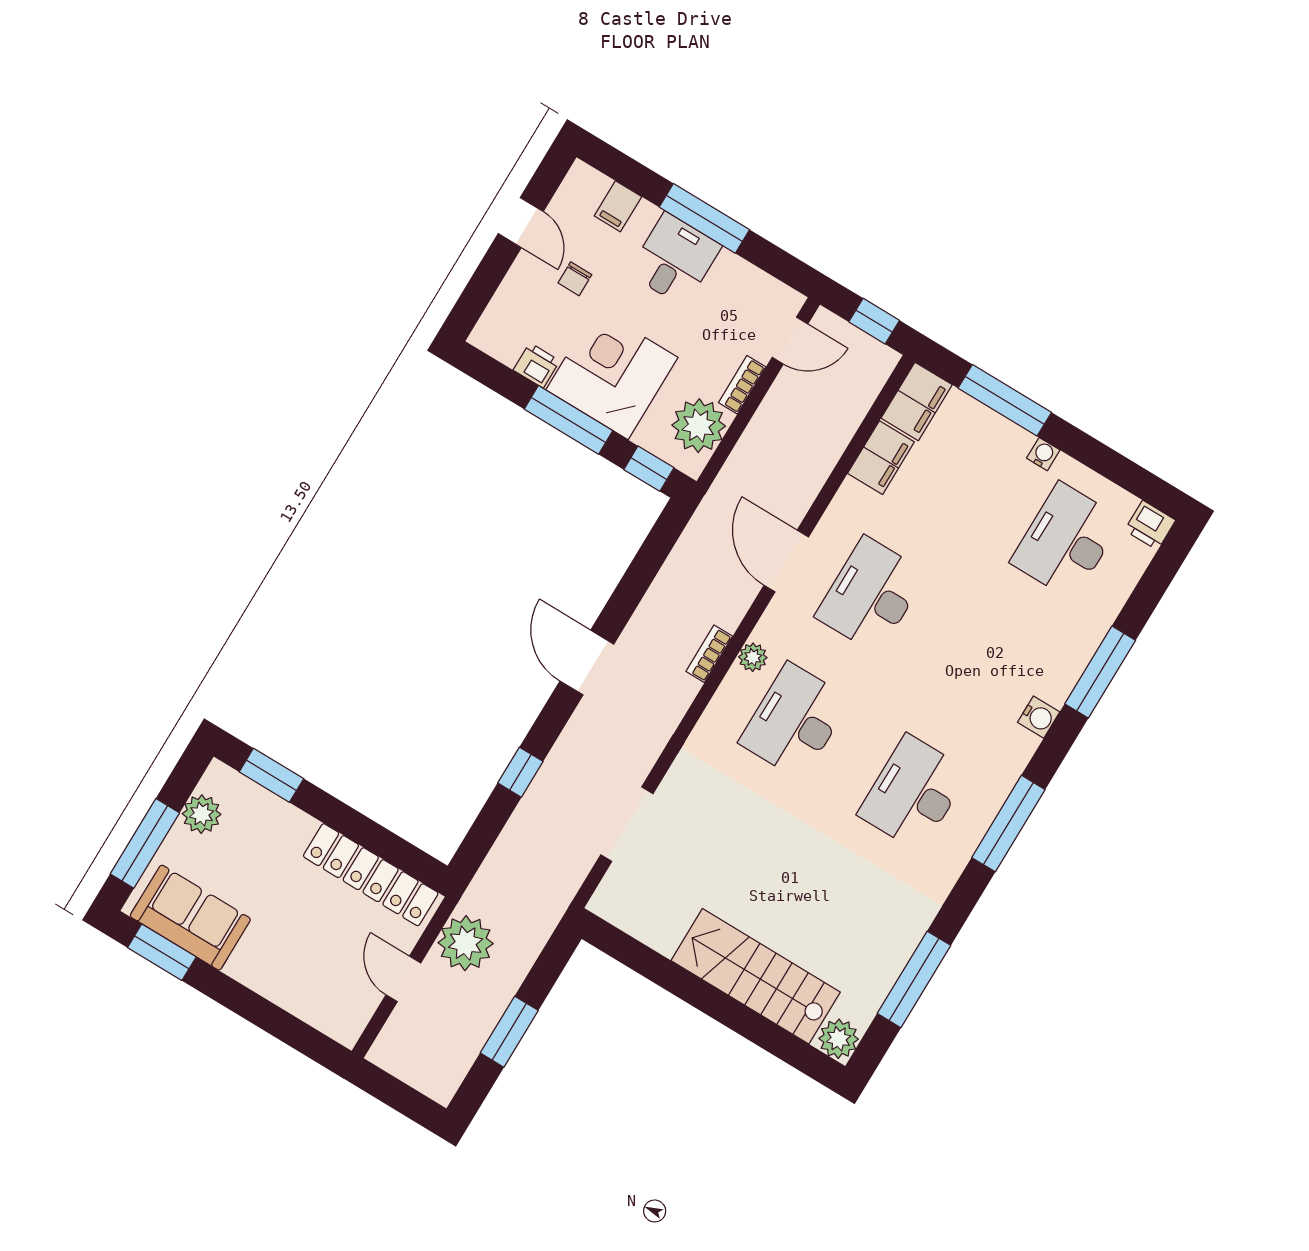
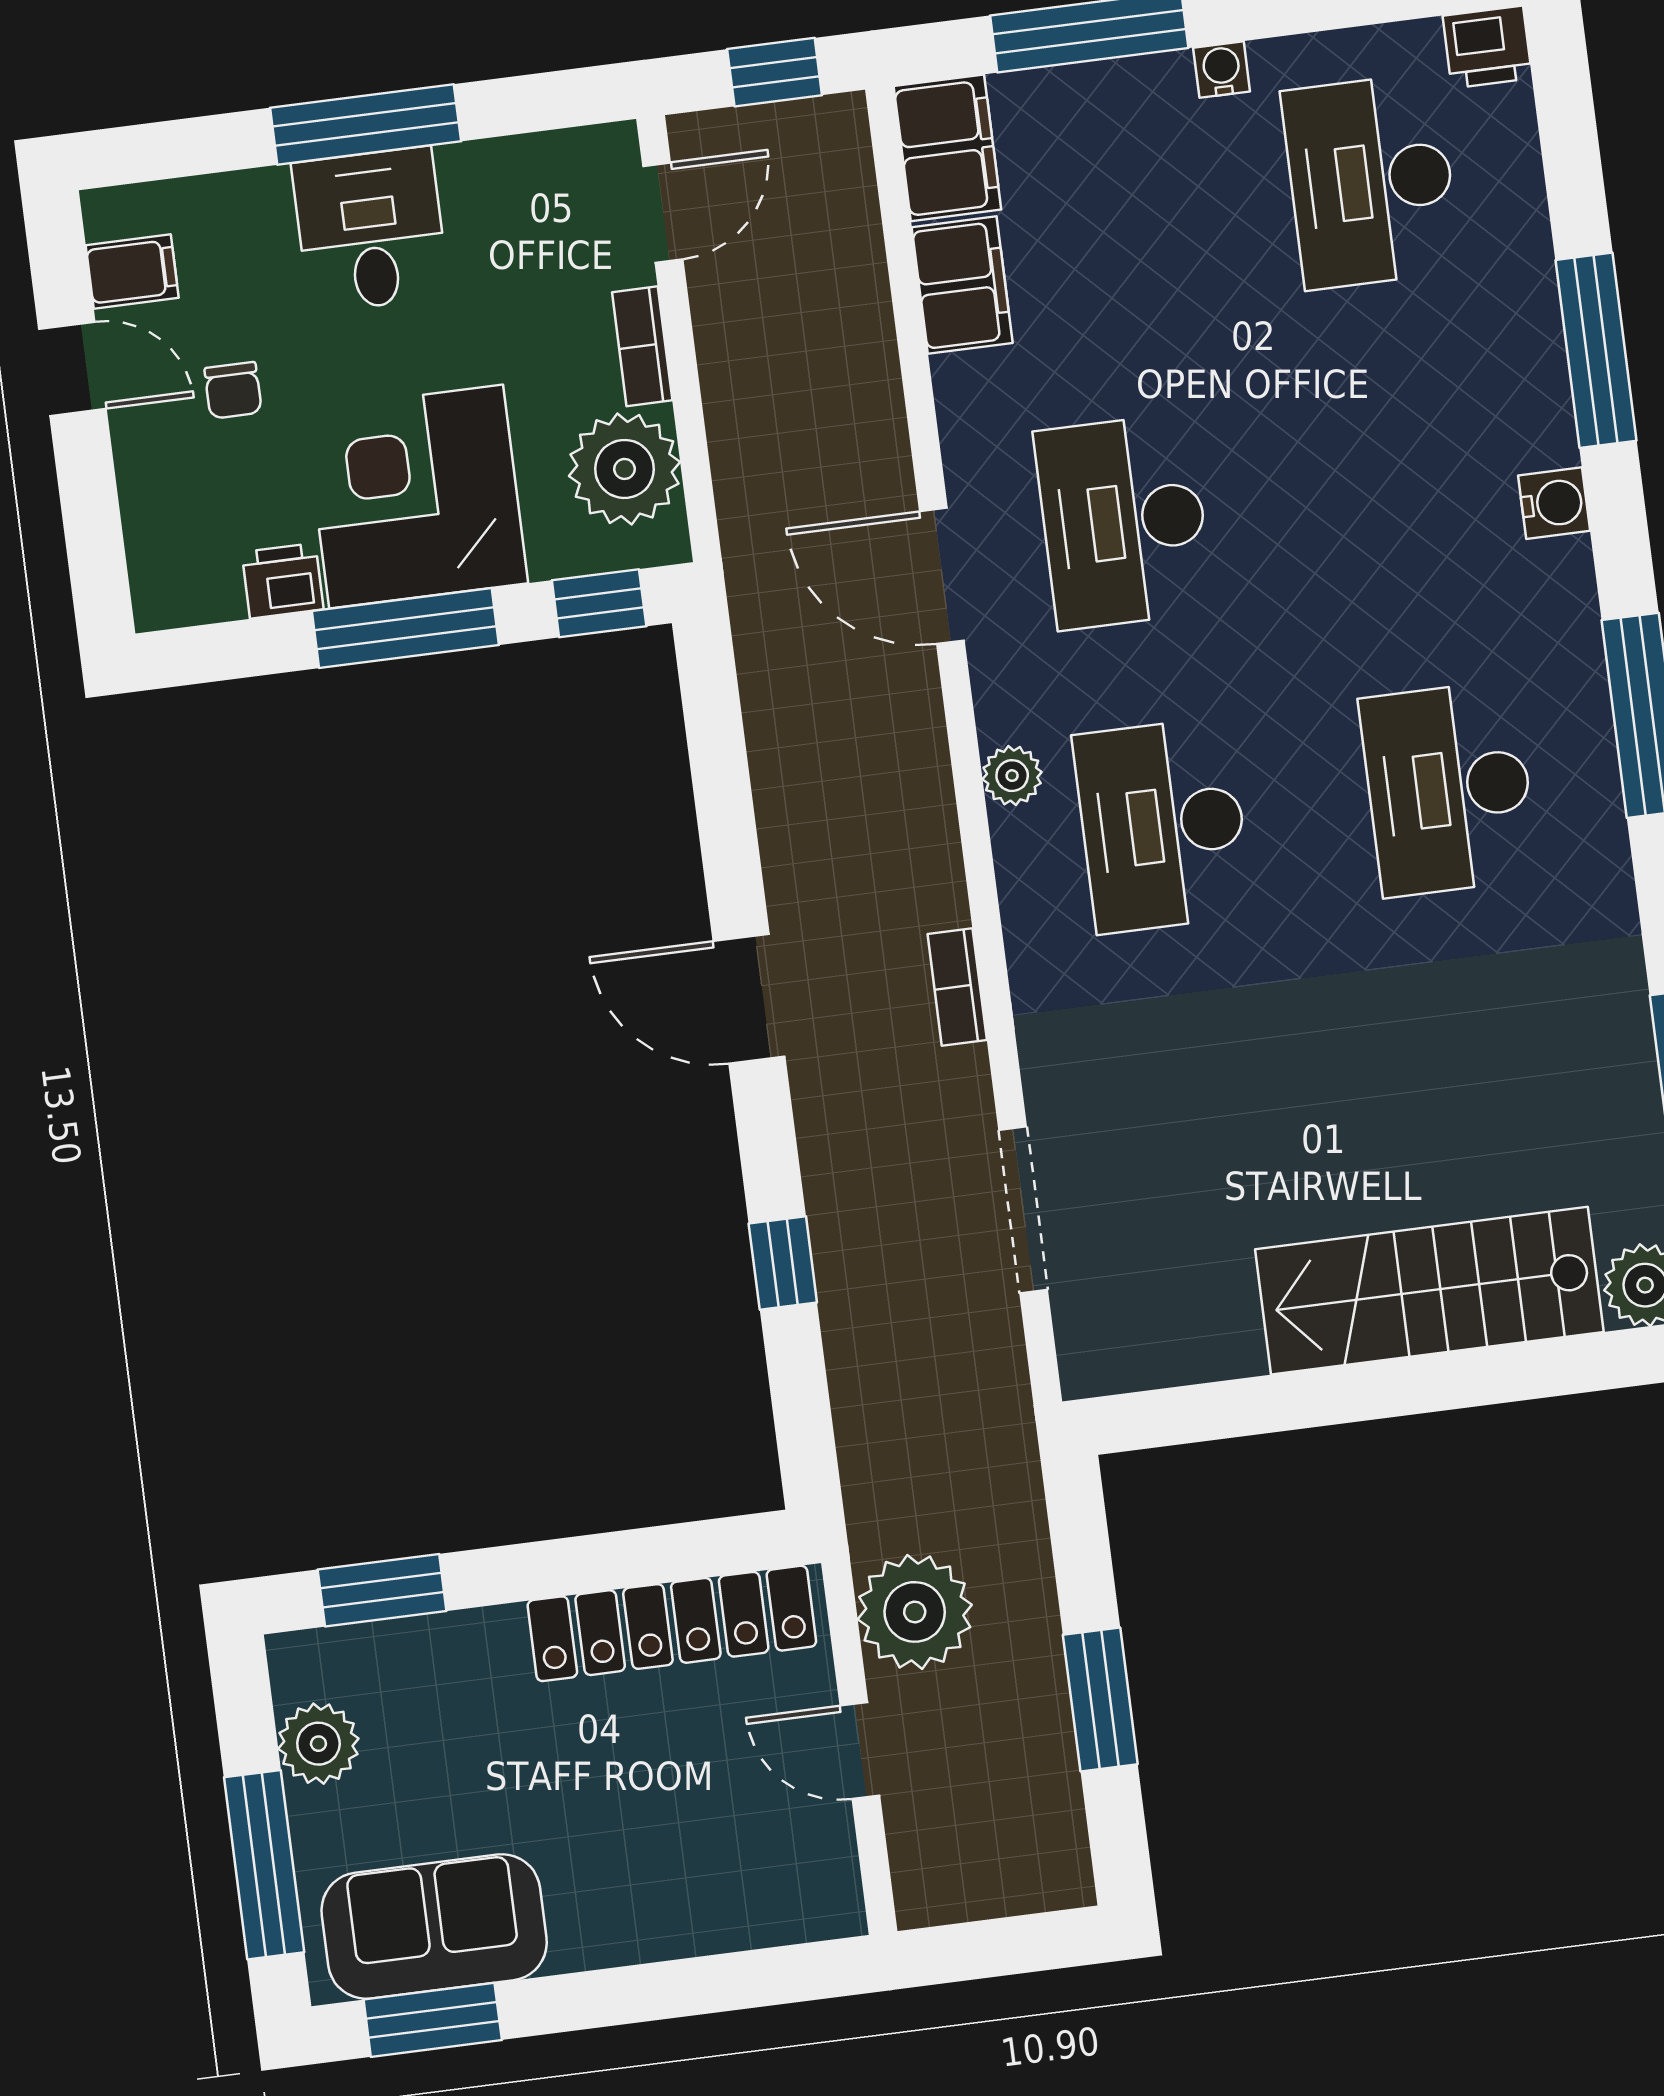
filing cabinet: (618, 206) -> (132, 271), moved, turned -90
bookcase: (709, 654) -> (957, 987), moved

